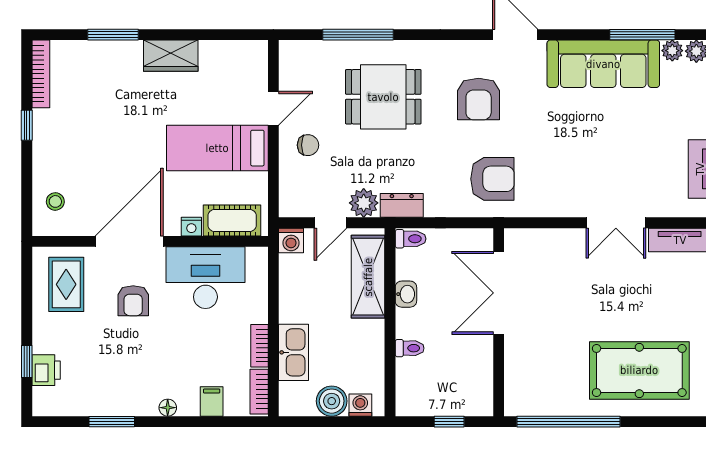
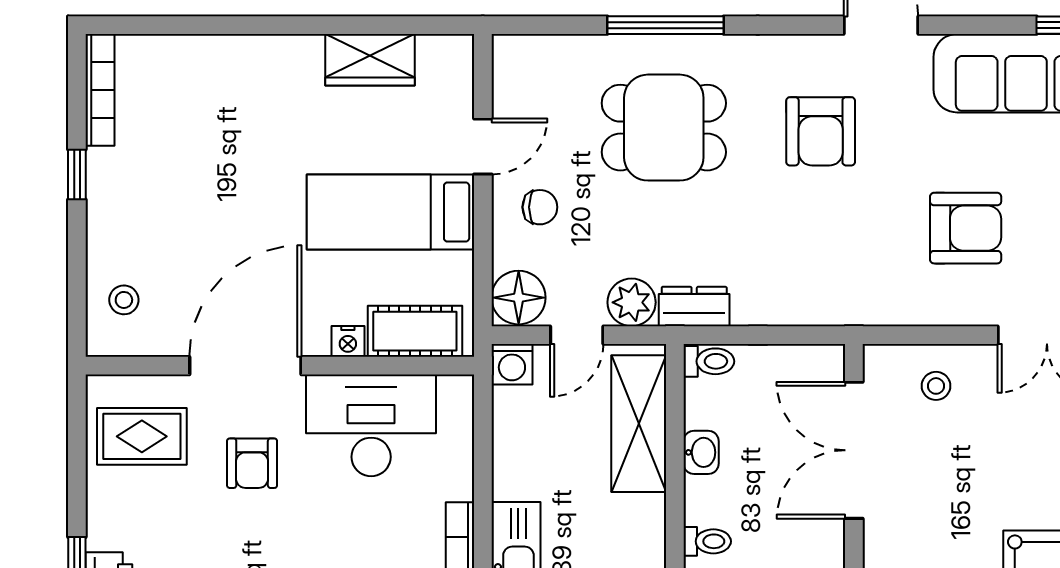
window: (113, 35) -> (219, 25), removed
window: (358, 35) -> (666, 25), moved
wardrobe: (171, 56) -> (370, 60), moved
armchair: (492, 179) -> (966, 228), moved
floor lamp: (295, 200) -> (519, 298), added
stool: (549, 254) -> (936, 386), added
rug: (66, 284) -> (142, 436), turned 90

